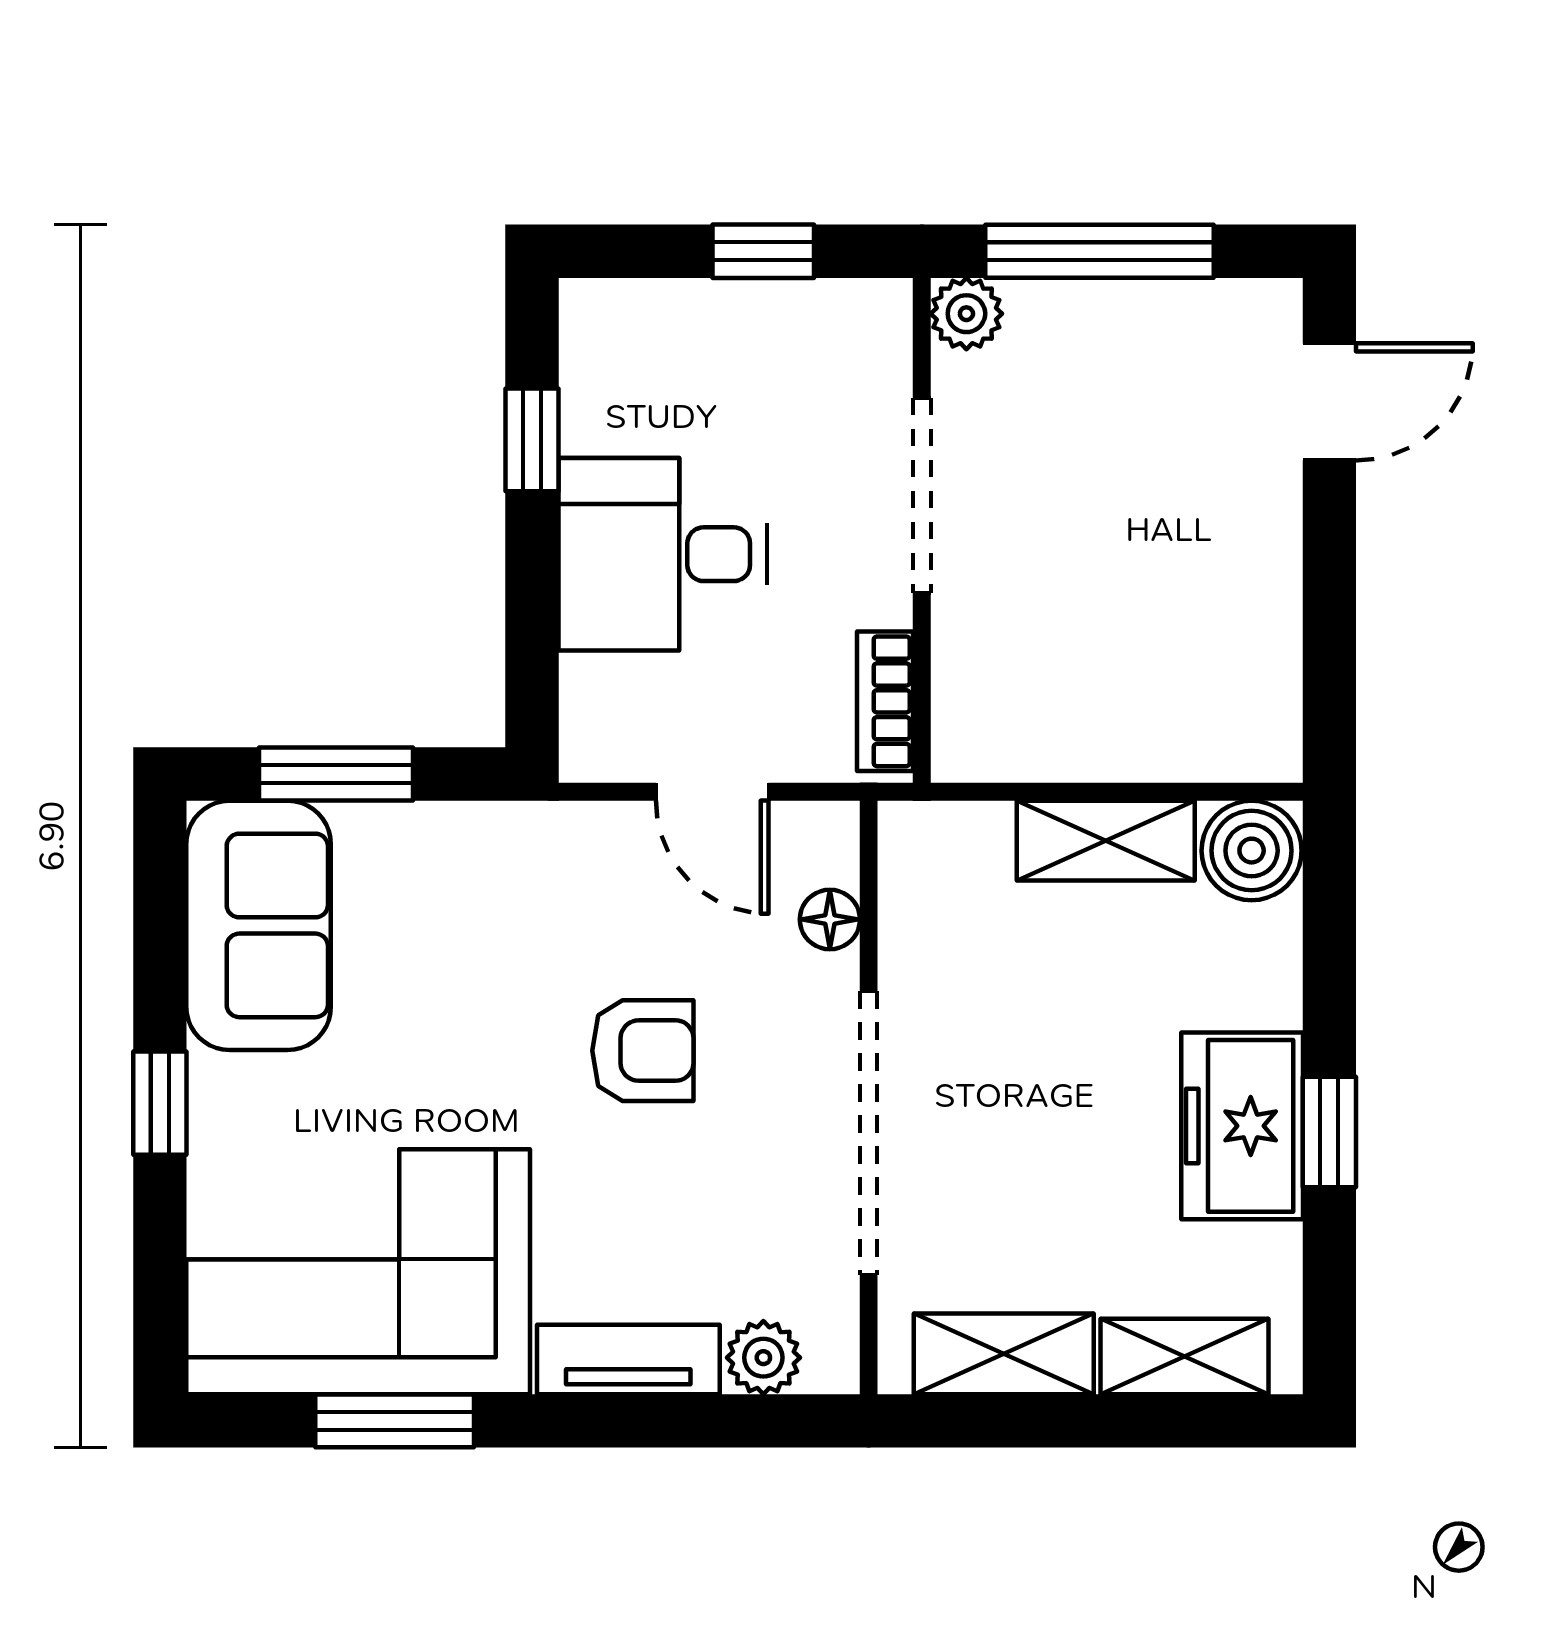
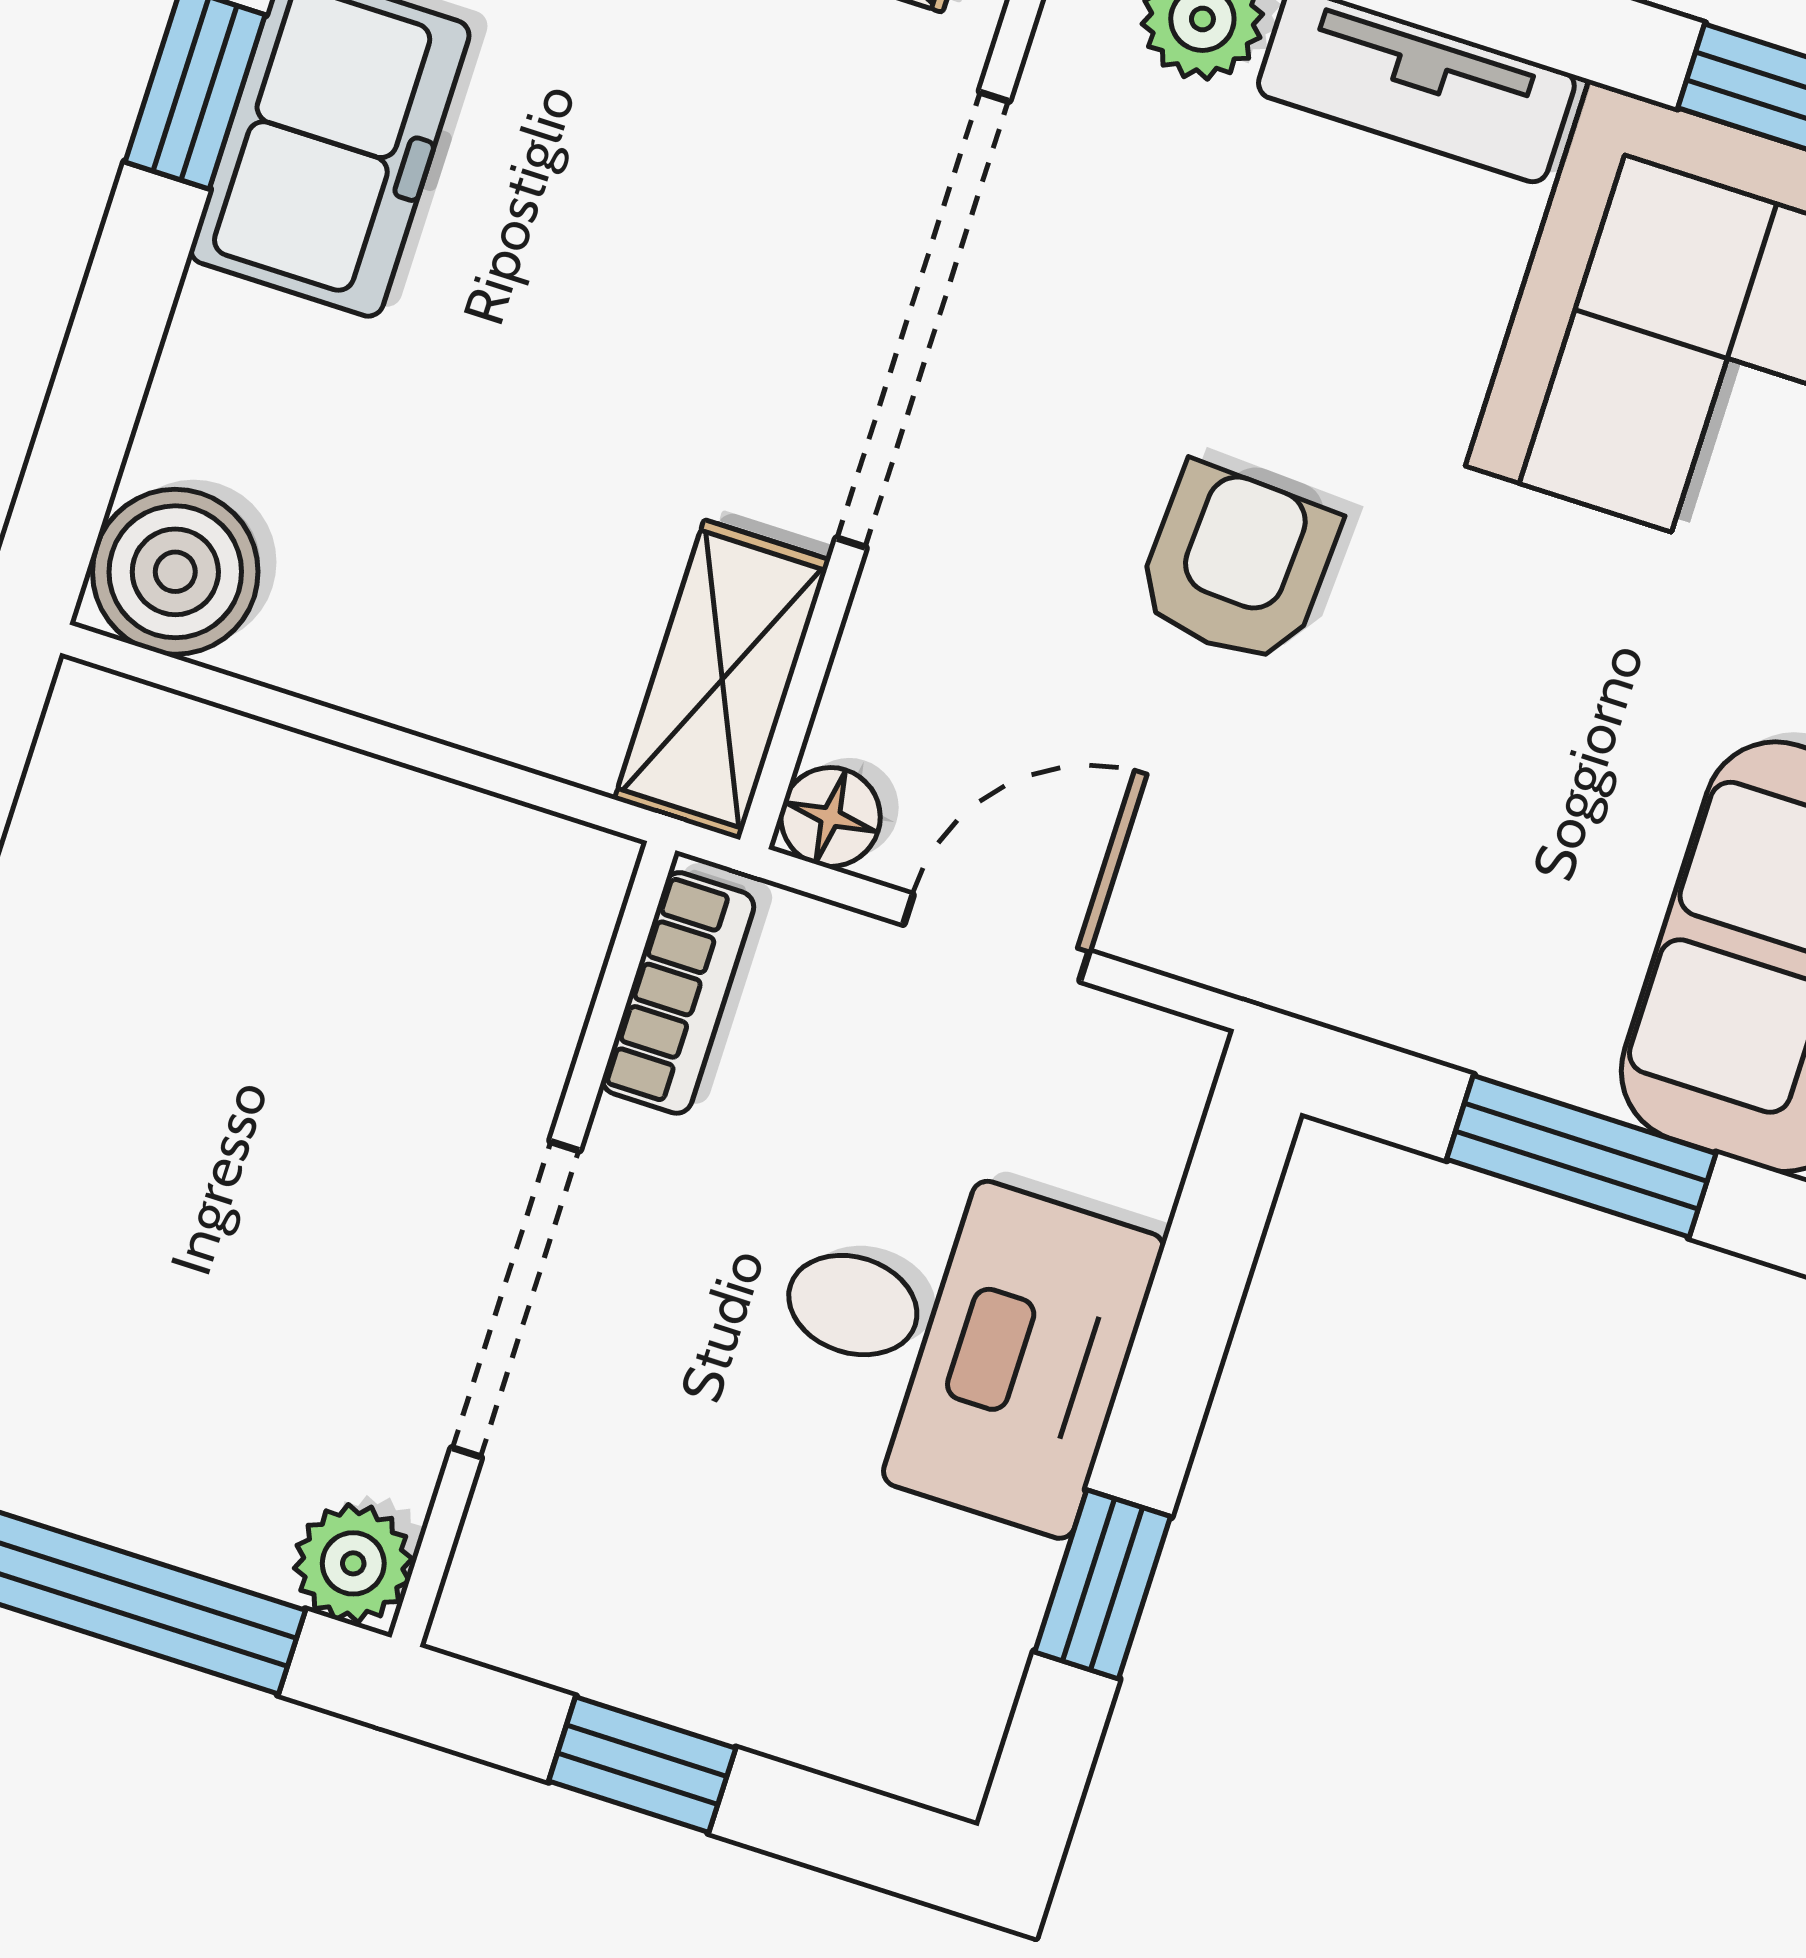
door: (712, 792) -> (996, 938), hinge flipped
shelving: (1106, 841) -> (722, 680), moved, turned 90
floor lamp: (830, 919) -> (831, 817), moved
armchair: (643, 1051) -> (1237, 564), turned 93

